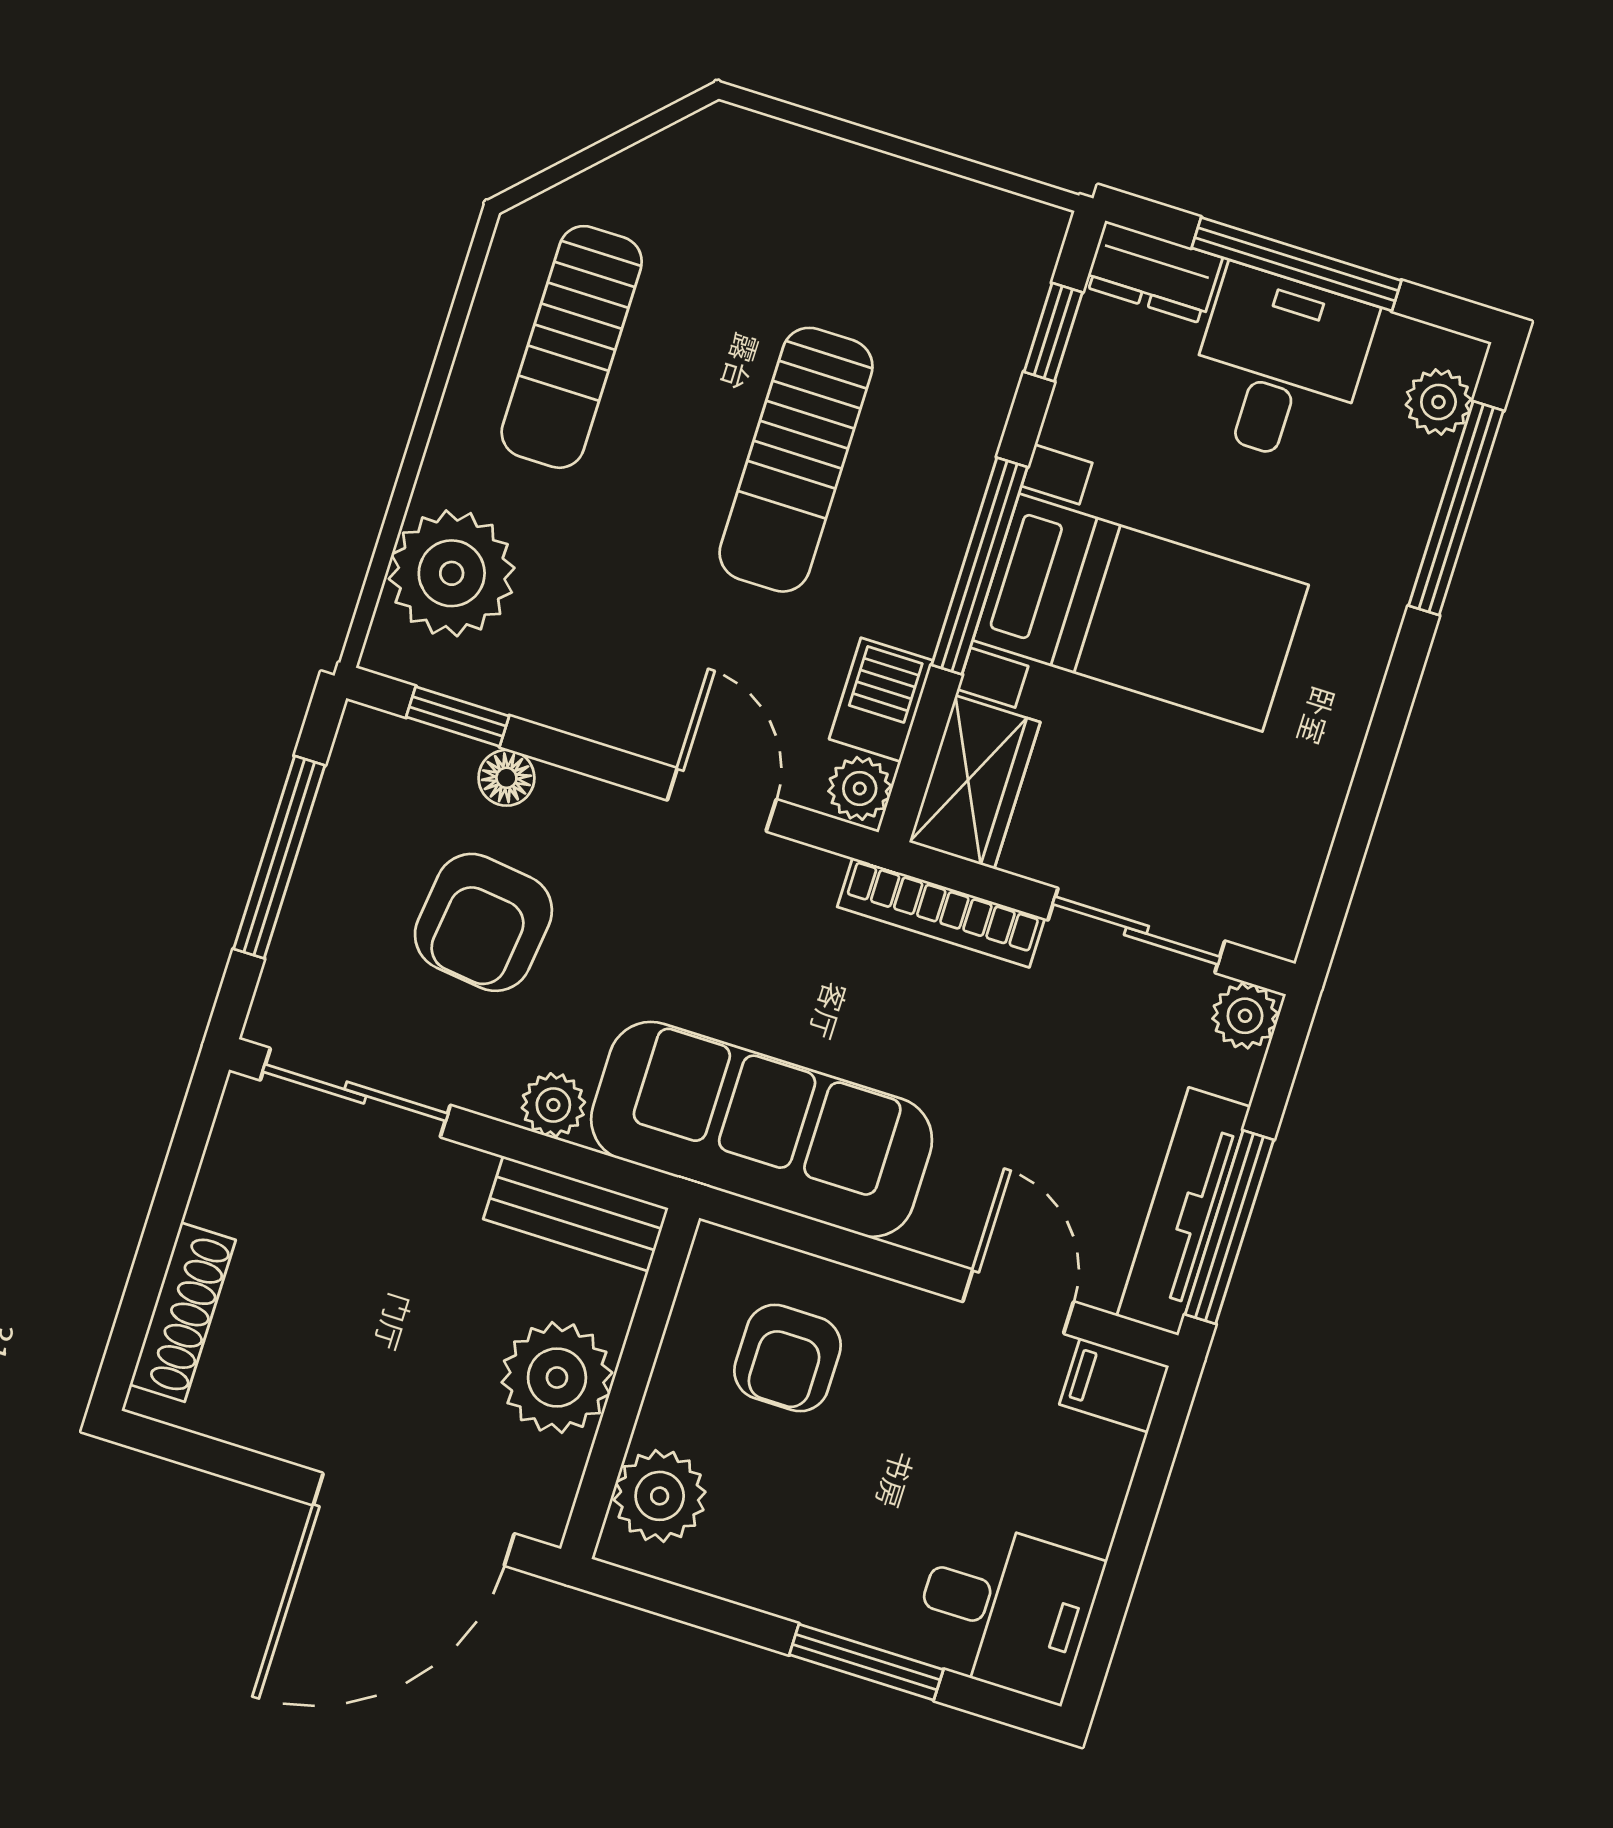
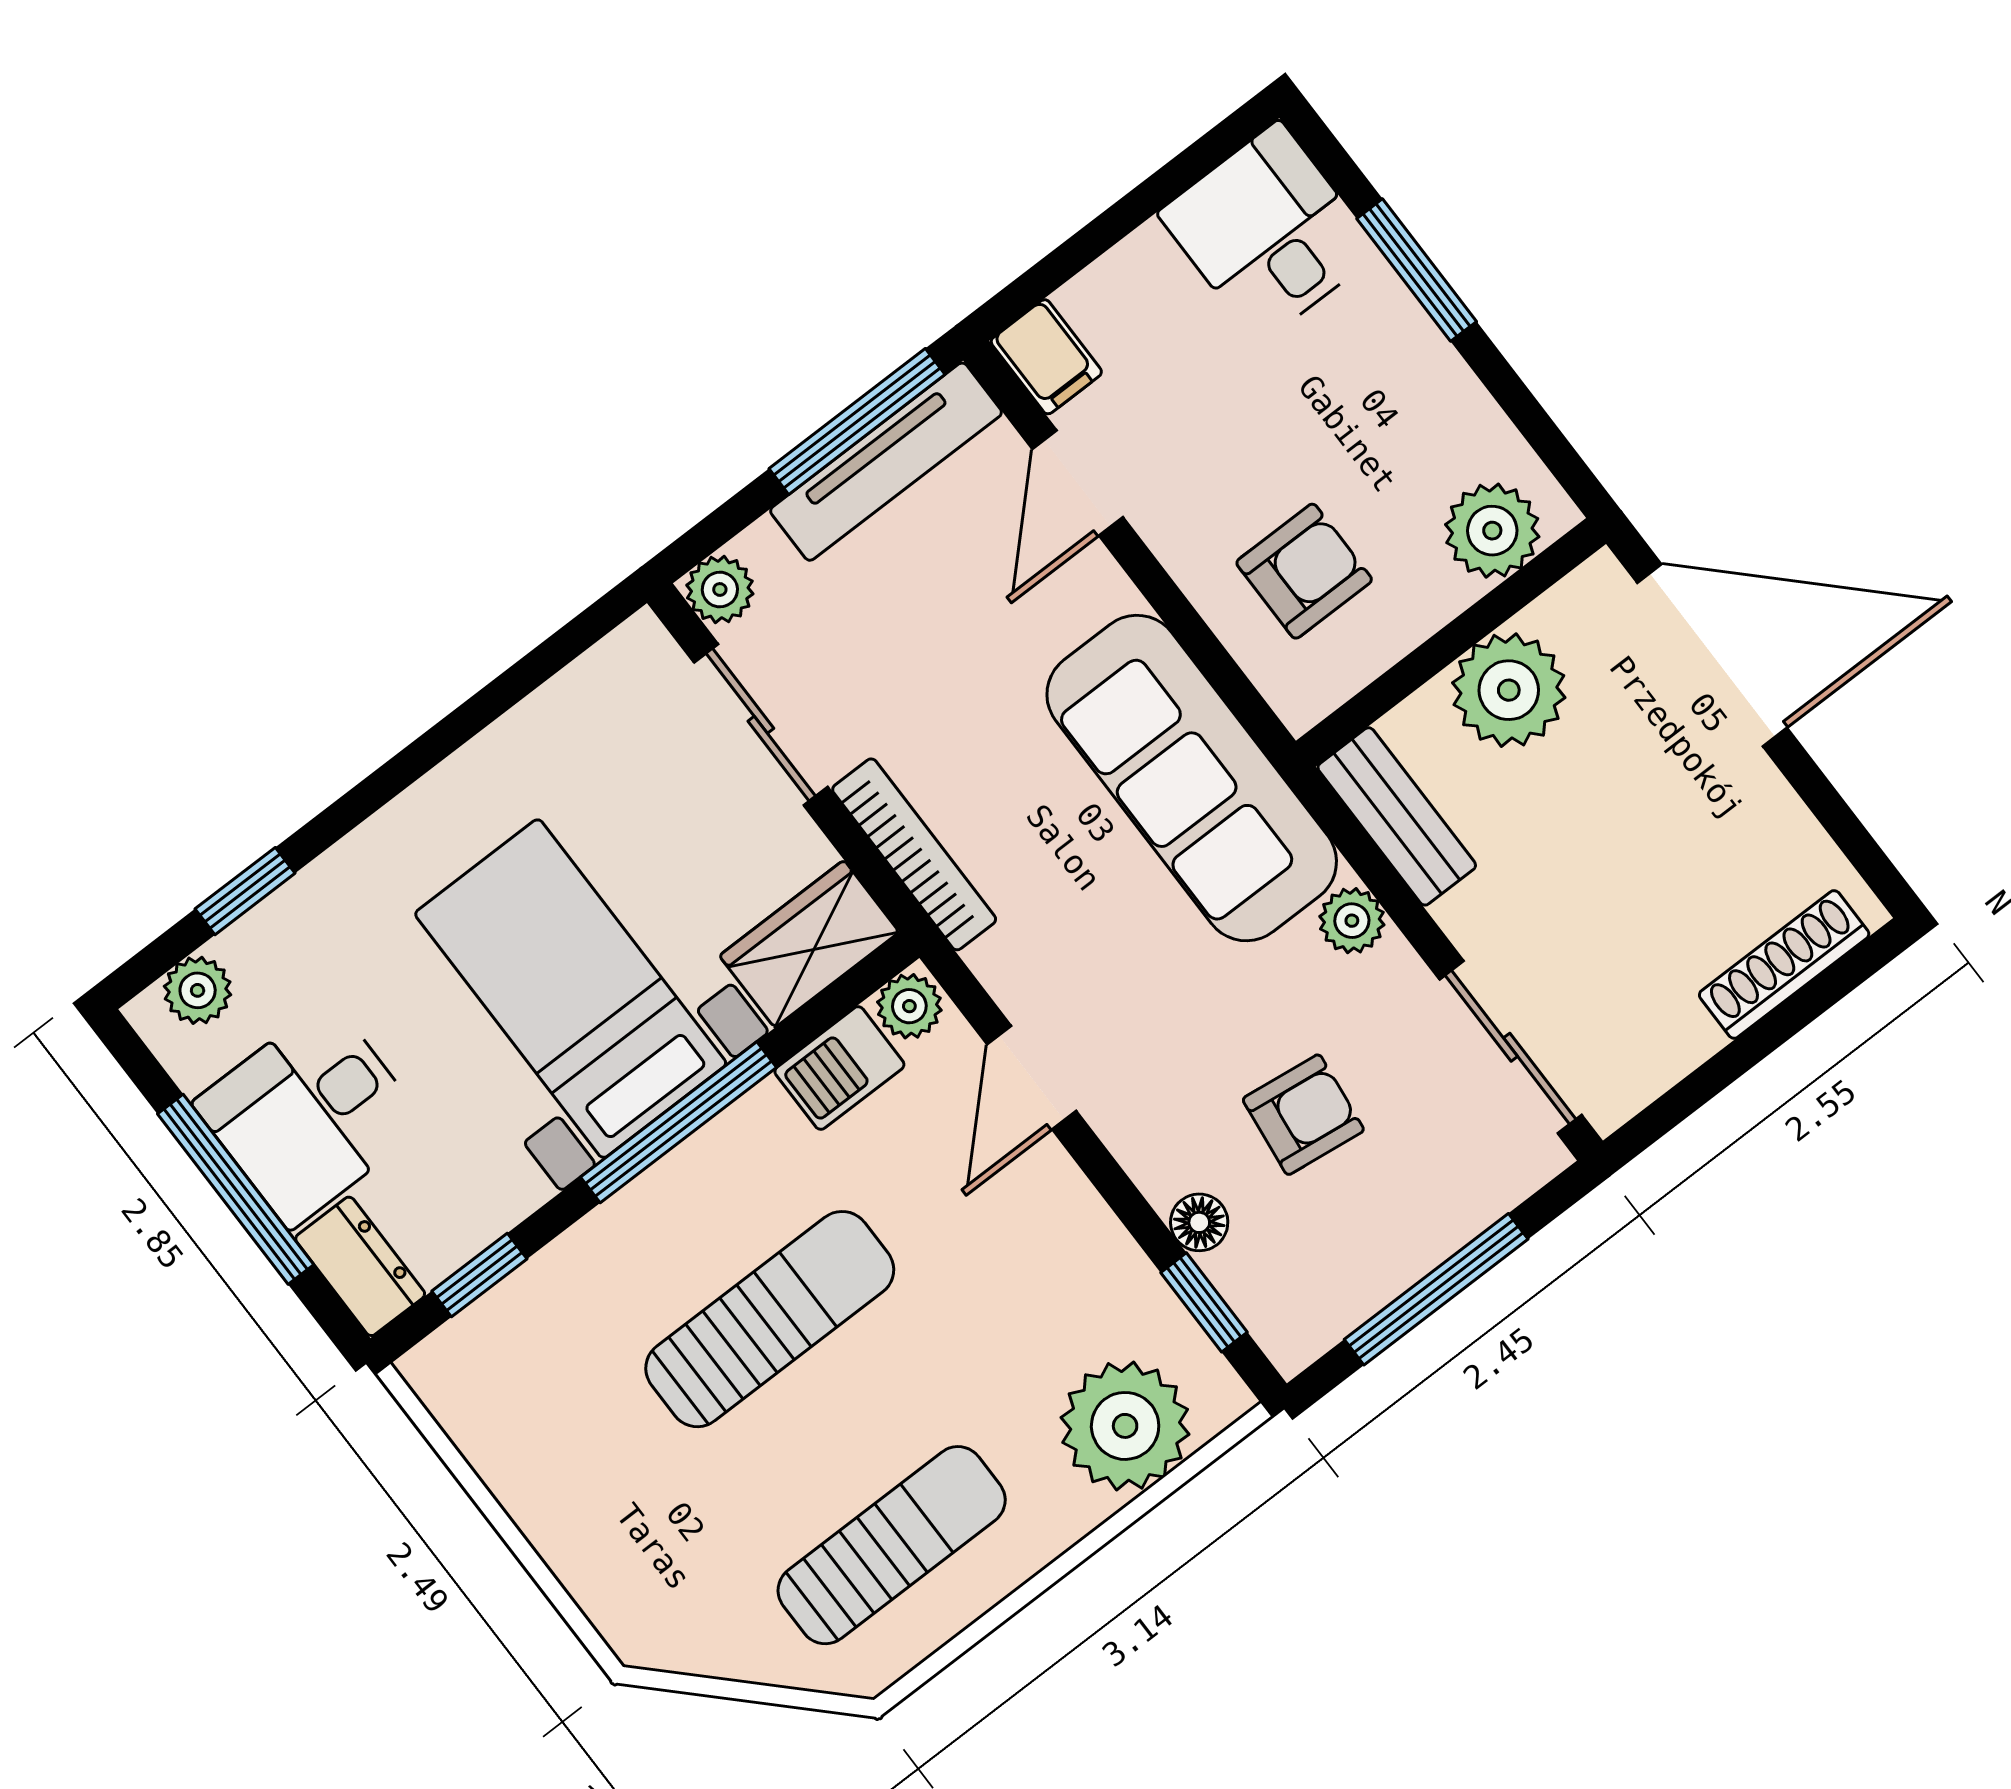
window: (1456, 508) -> (245, 891), width x0.46
armchair: (483, 922) -> (1303, 1115), width x0.72, depth x0.72

